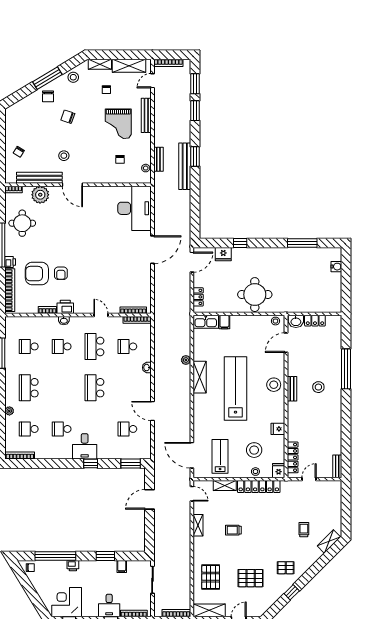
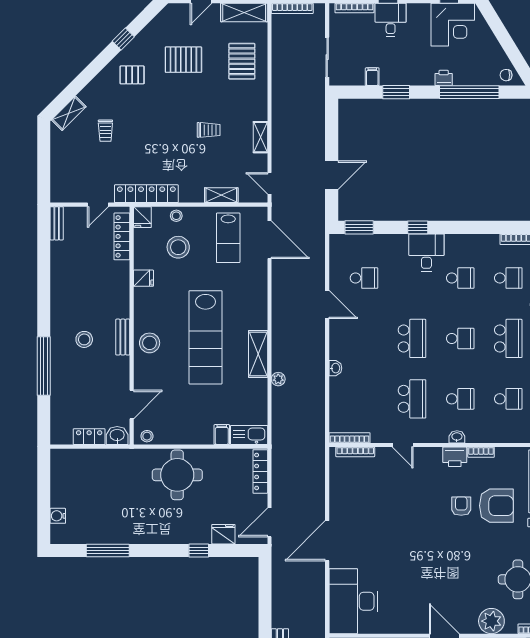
locker: (198, 297) -> (260, 471), width x1.53
school desk: (127, 346) -> (460, 338), moved
locker: (259, 487) -> (146, 194), moved

